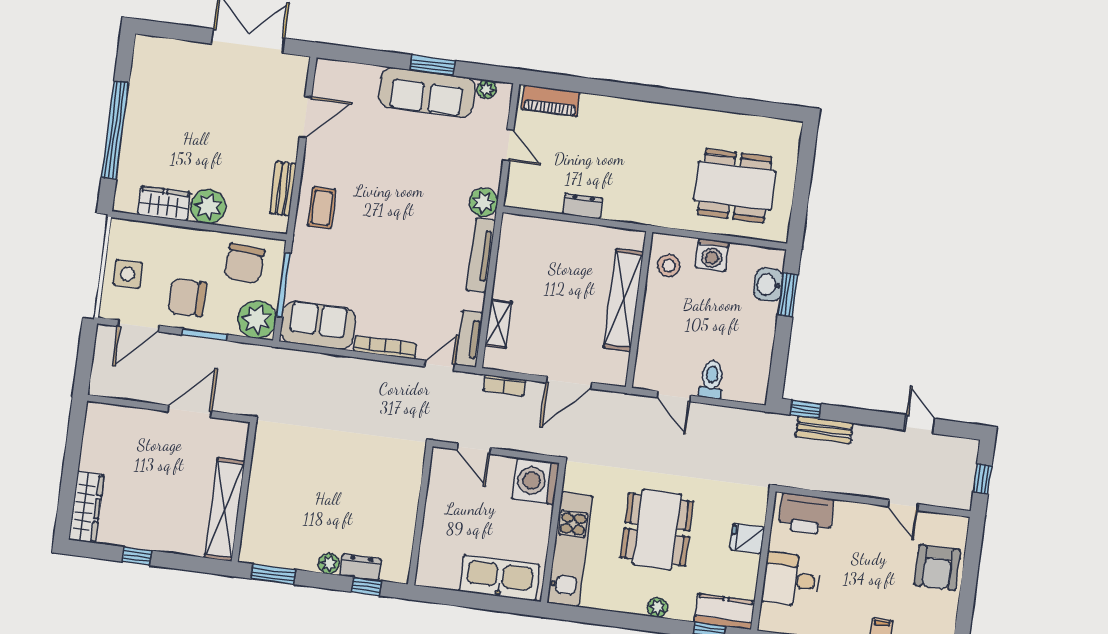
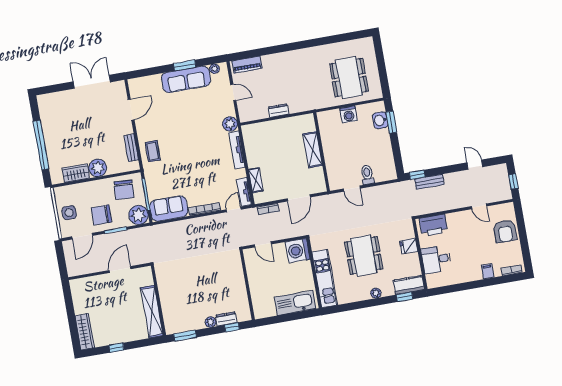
dining table: (735, 186) -> (349, 78), turned 90
stool: (669, 265) -> (329, 126), removed
shelving: (624, 300) -> (313, 150), width x0.68

